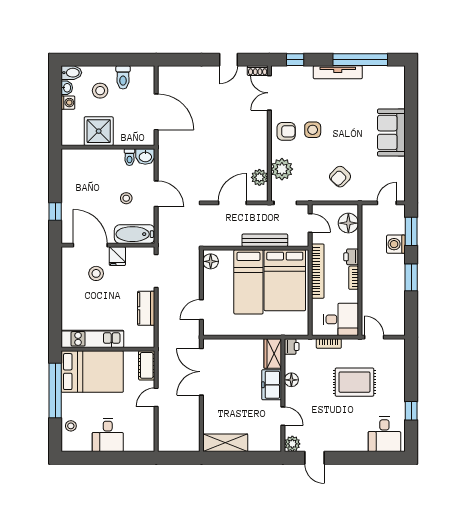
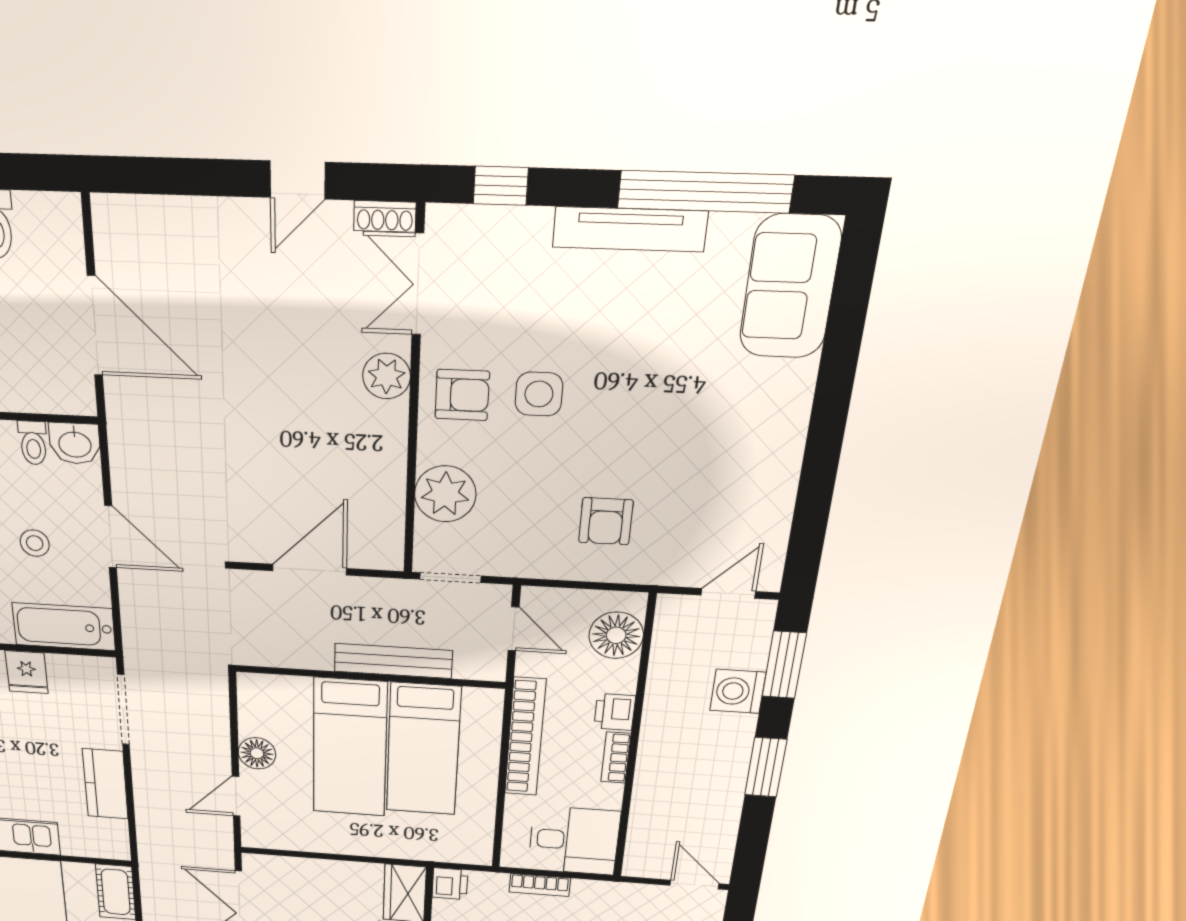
sofa: (391, 133) -> (790, 287), moved
plant: (259, 177) -> (387, 376), moved
armchair: (340, 177) -> (606, 521), turned -44
floor lamp: (211, 261) -> (257, 753), moved
bed: (285, 280) -> (423, 750), width x0.67
door: (374, 337) -> (694, 885), moved

